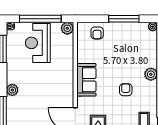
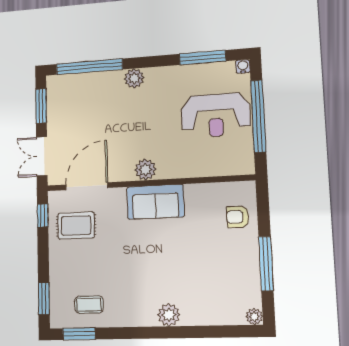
plant: (67, 28) -> (145, 170), moved
reception desk: (38, 43) -> (216, 115), turned 180
armchair: (126, 90) -> (141, 271), removed

